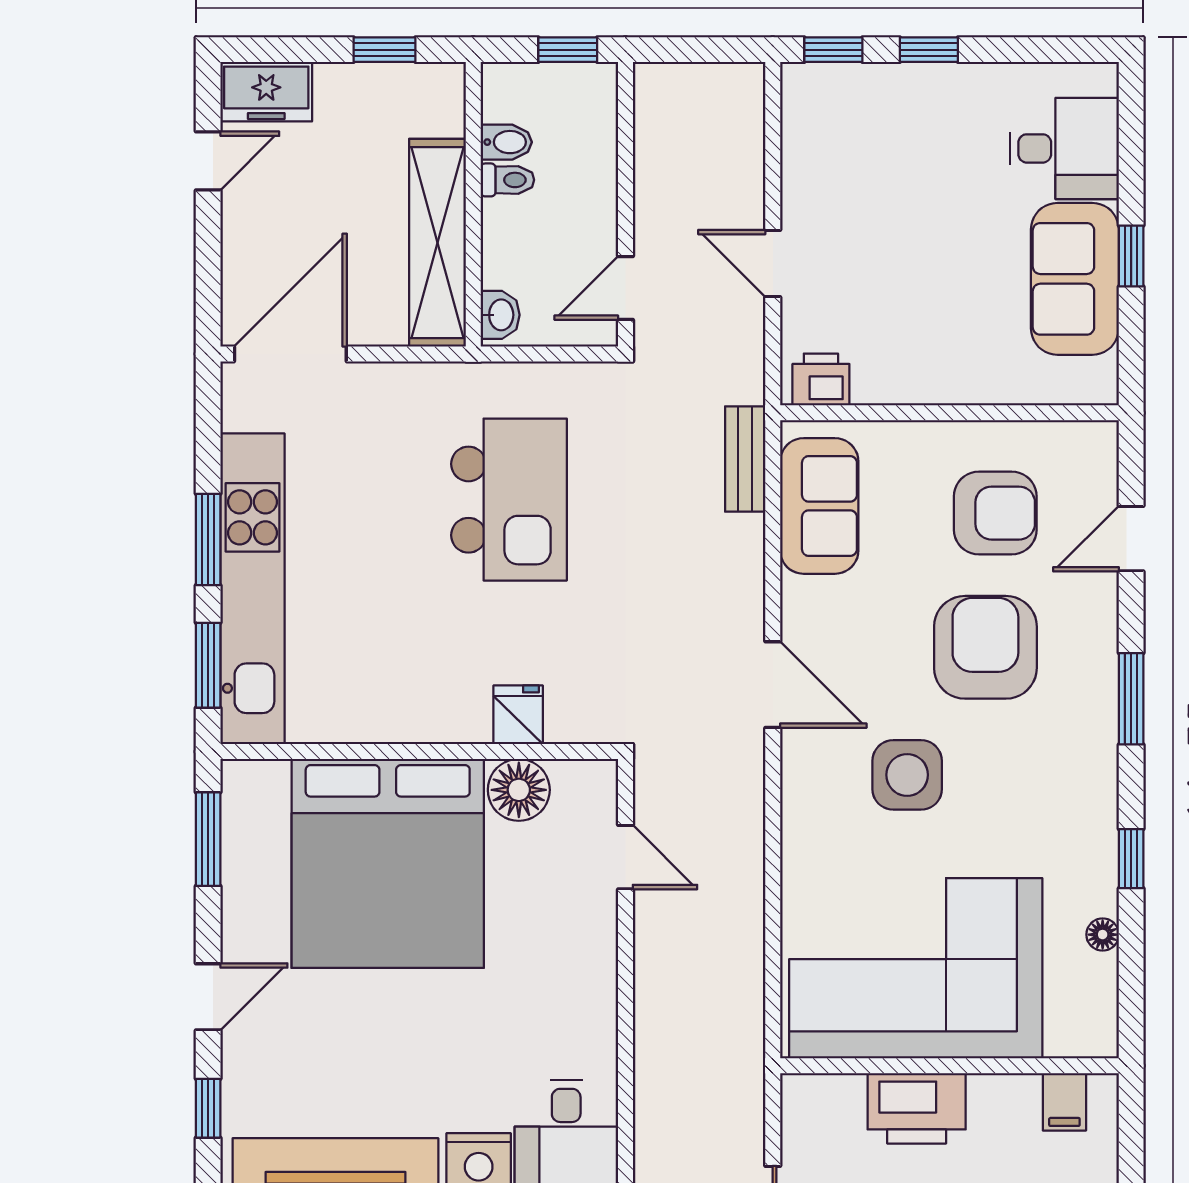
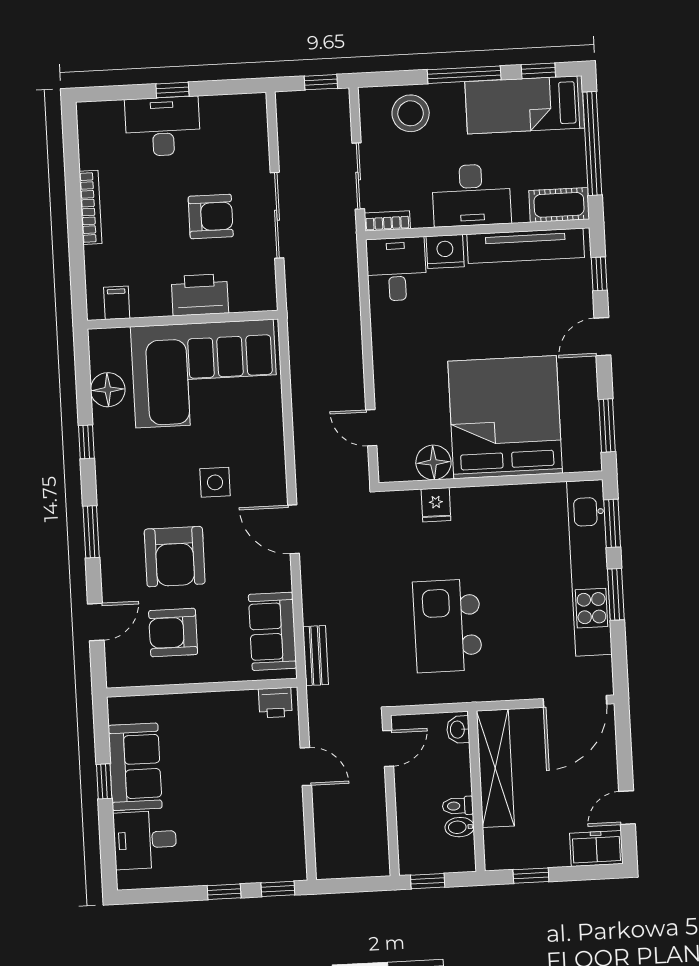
side table: (907, 775) -> (215, 482), width x0.73, depth x0.73
floor lamp: (1103, 935) -> (108, 390), width x1.89, depth x1.89

